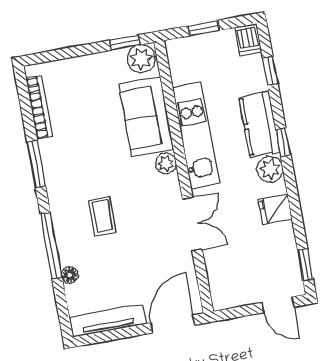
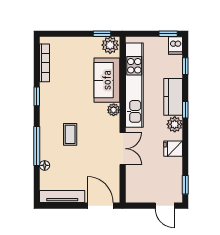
window: (204, 28) -> (168, 34), moved
kitchen unit: (196, 136) -> (134, 85), width x1.36
window: (36, 164) -> (37, 96), width x0.67
door: (173, 324) -> (100, 206), hinge flipped

